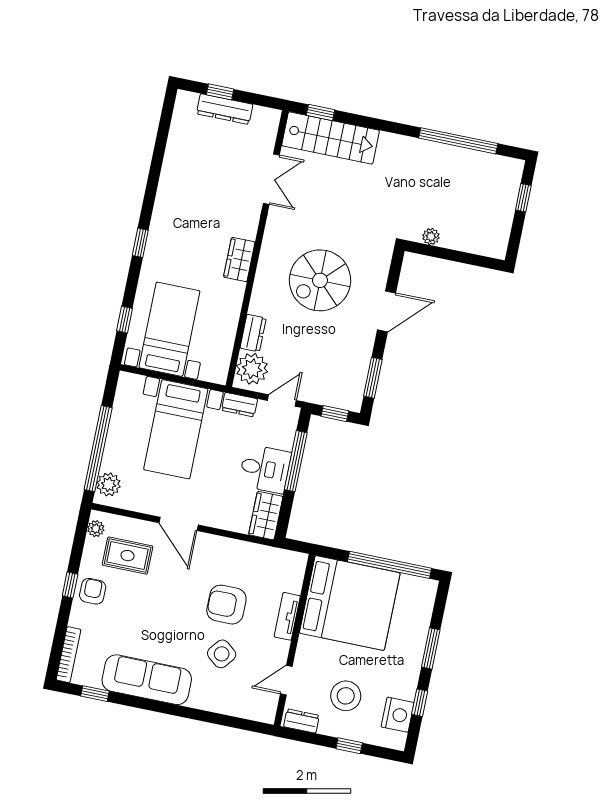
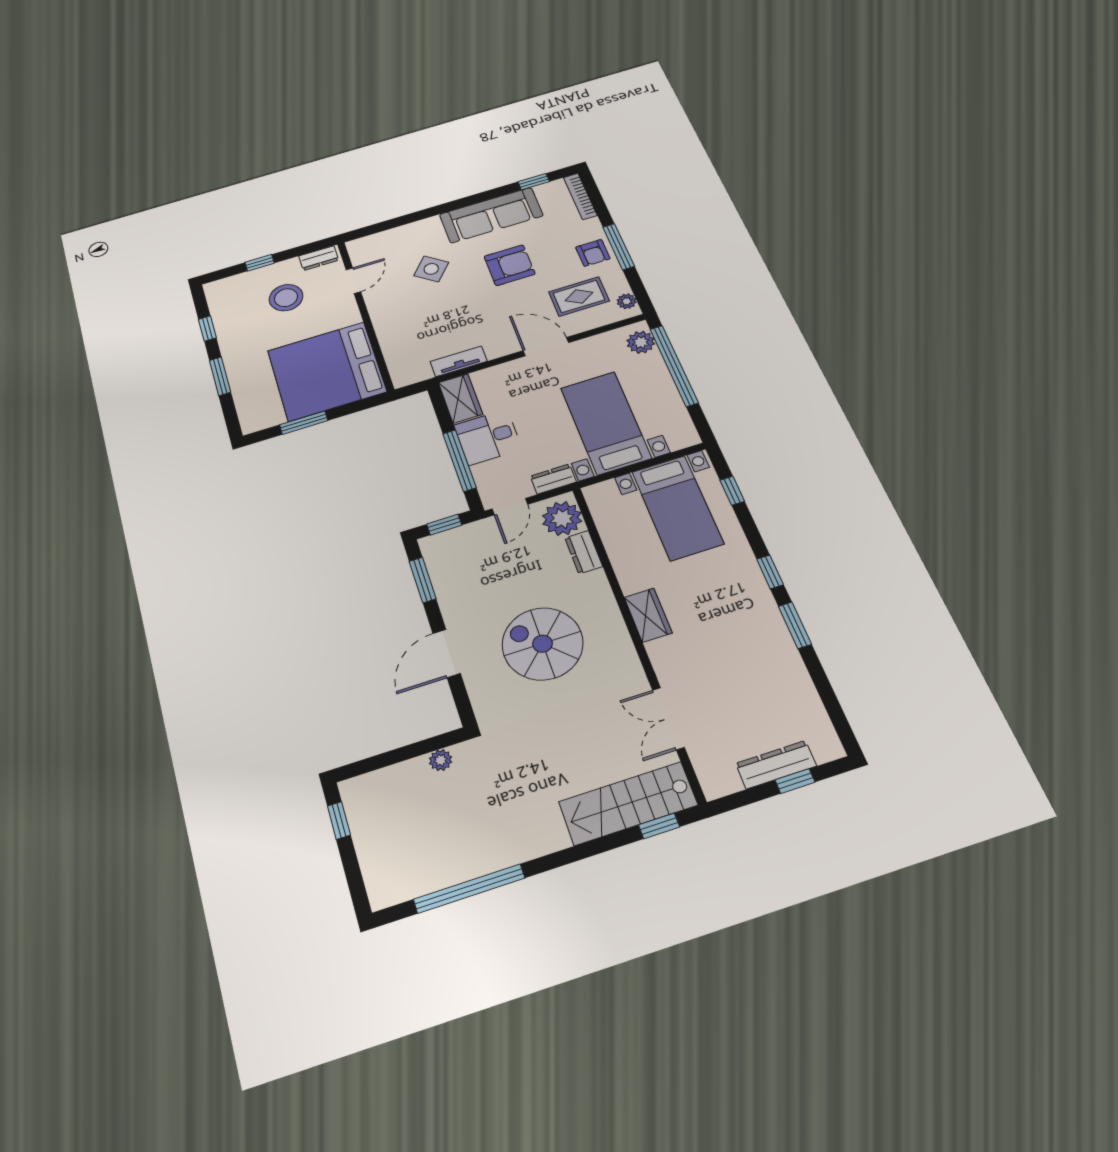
window: (150, 195) -> (795, 625), added
window: (523, 198) -> (339, 820), moved
spiral stairs: (320, 280) -> (543, 644), turned -90
window: (389, 565) -> (304, 423), width x0.47
window: (70, 585) -> (619, 247), width x2.17
armchair: (226, 605) -> (510, 265), moved
tv unit: (287, 616) -> (459, 361), moved, turned -90
nightstand: (398, 715) -> (225, 309), removed

